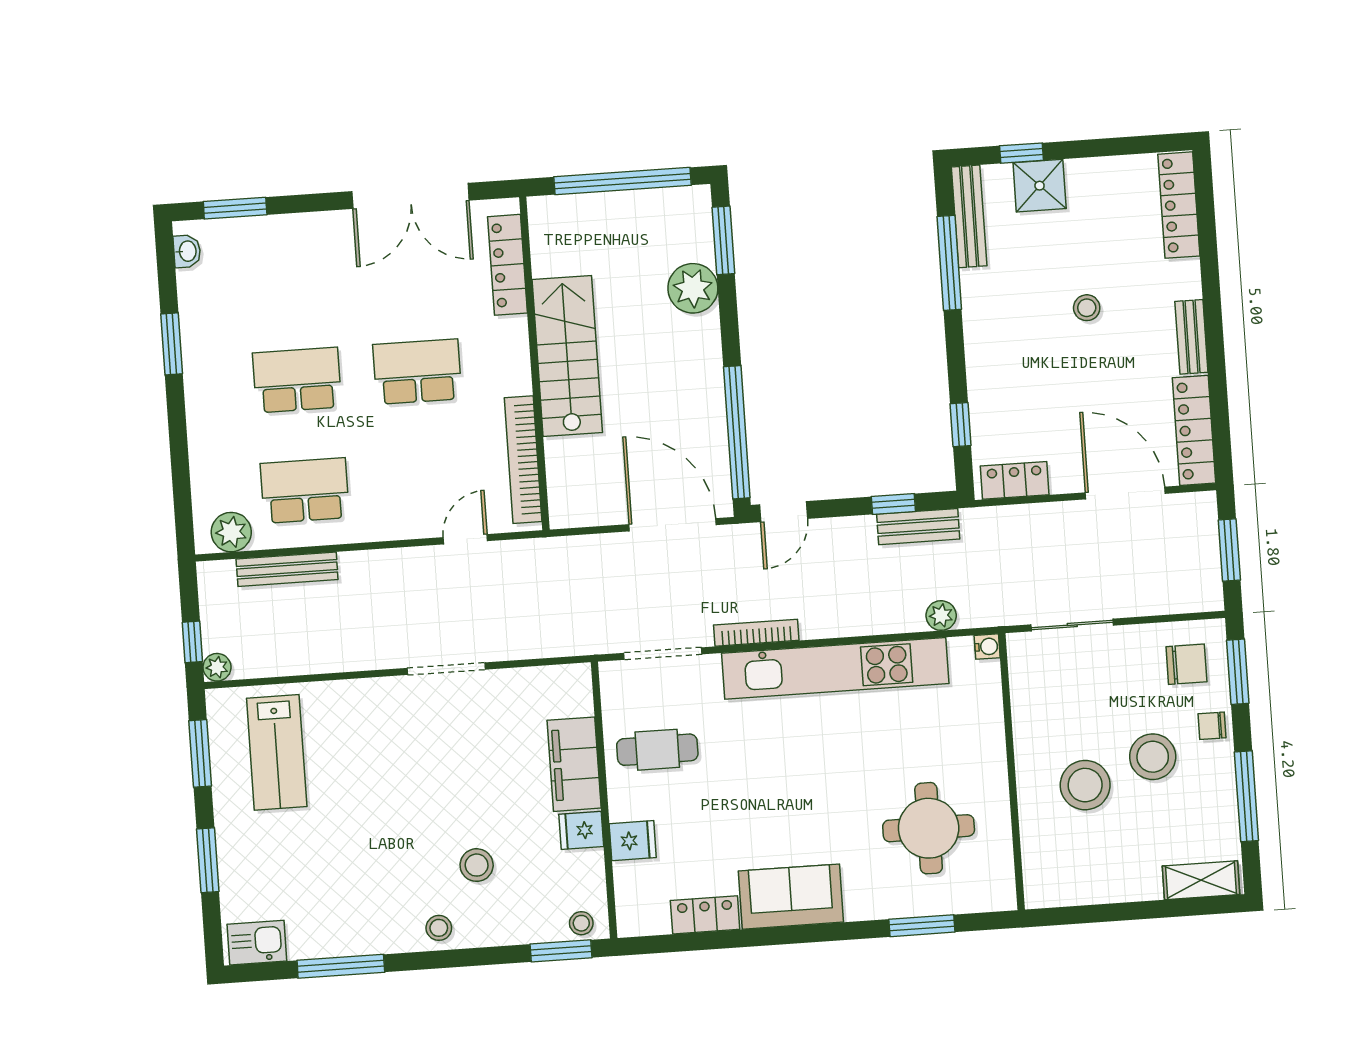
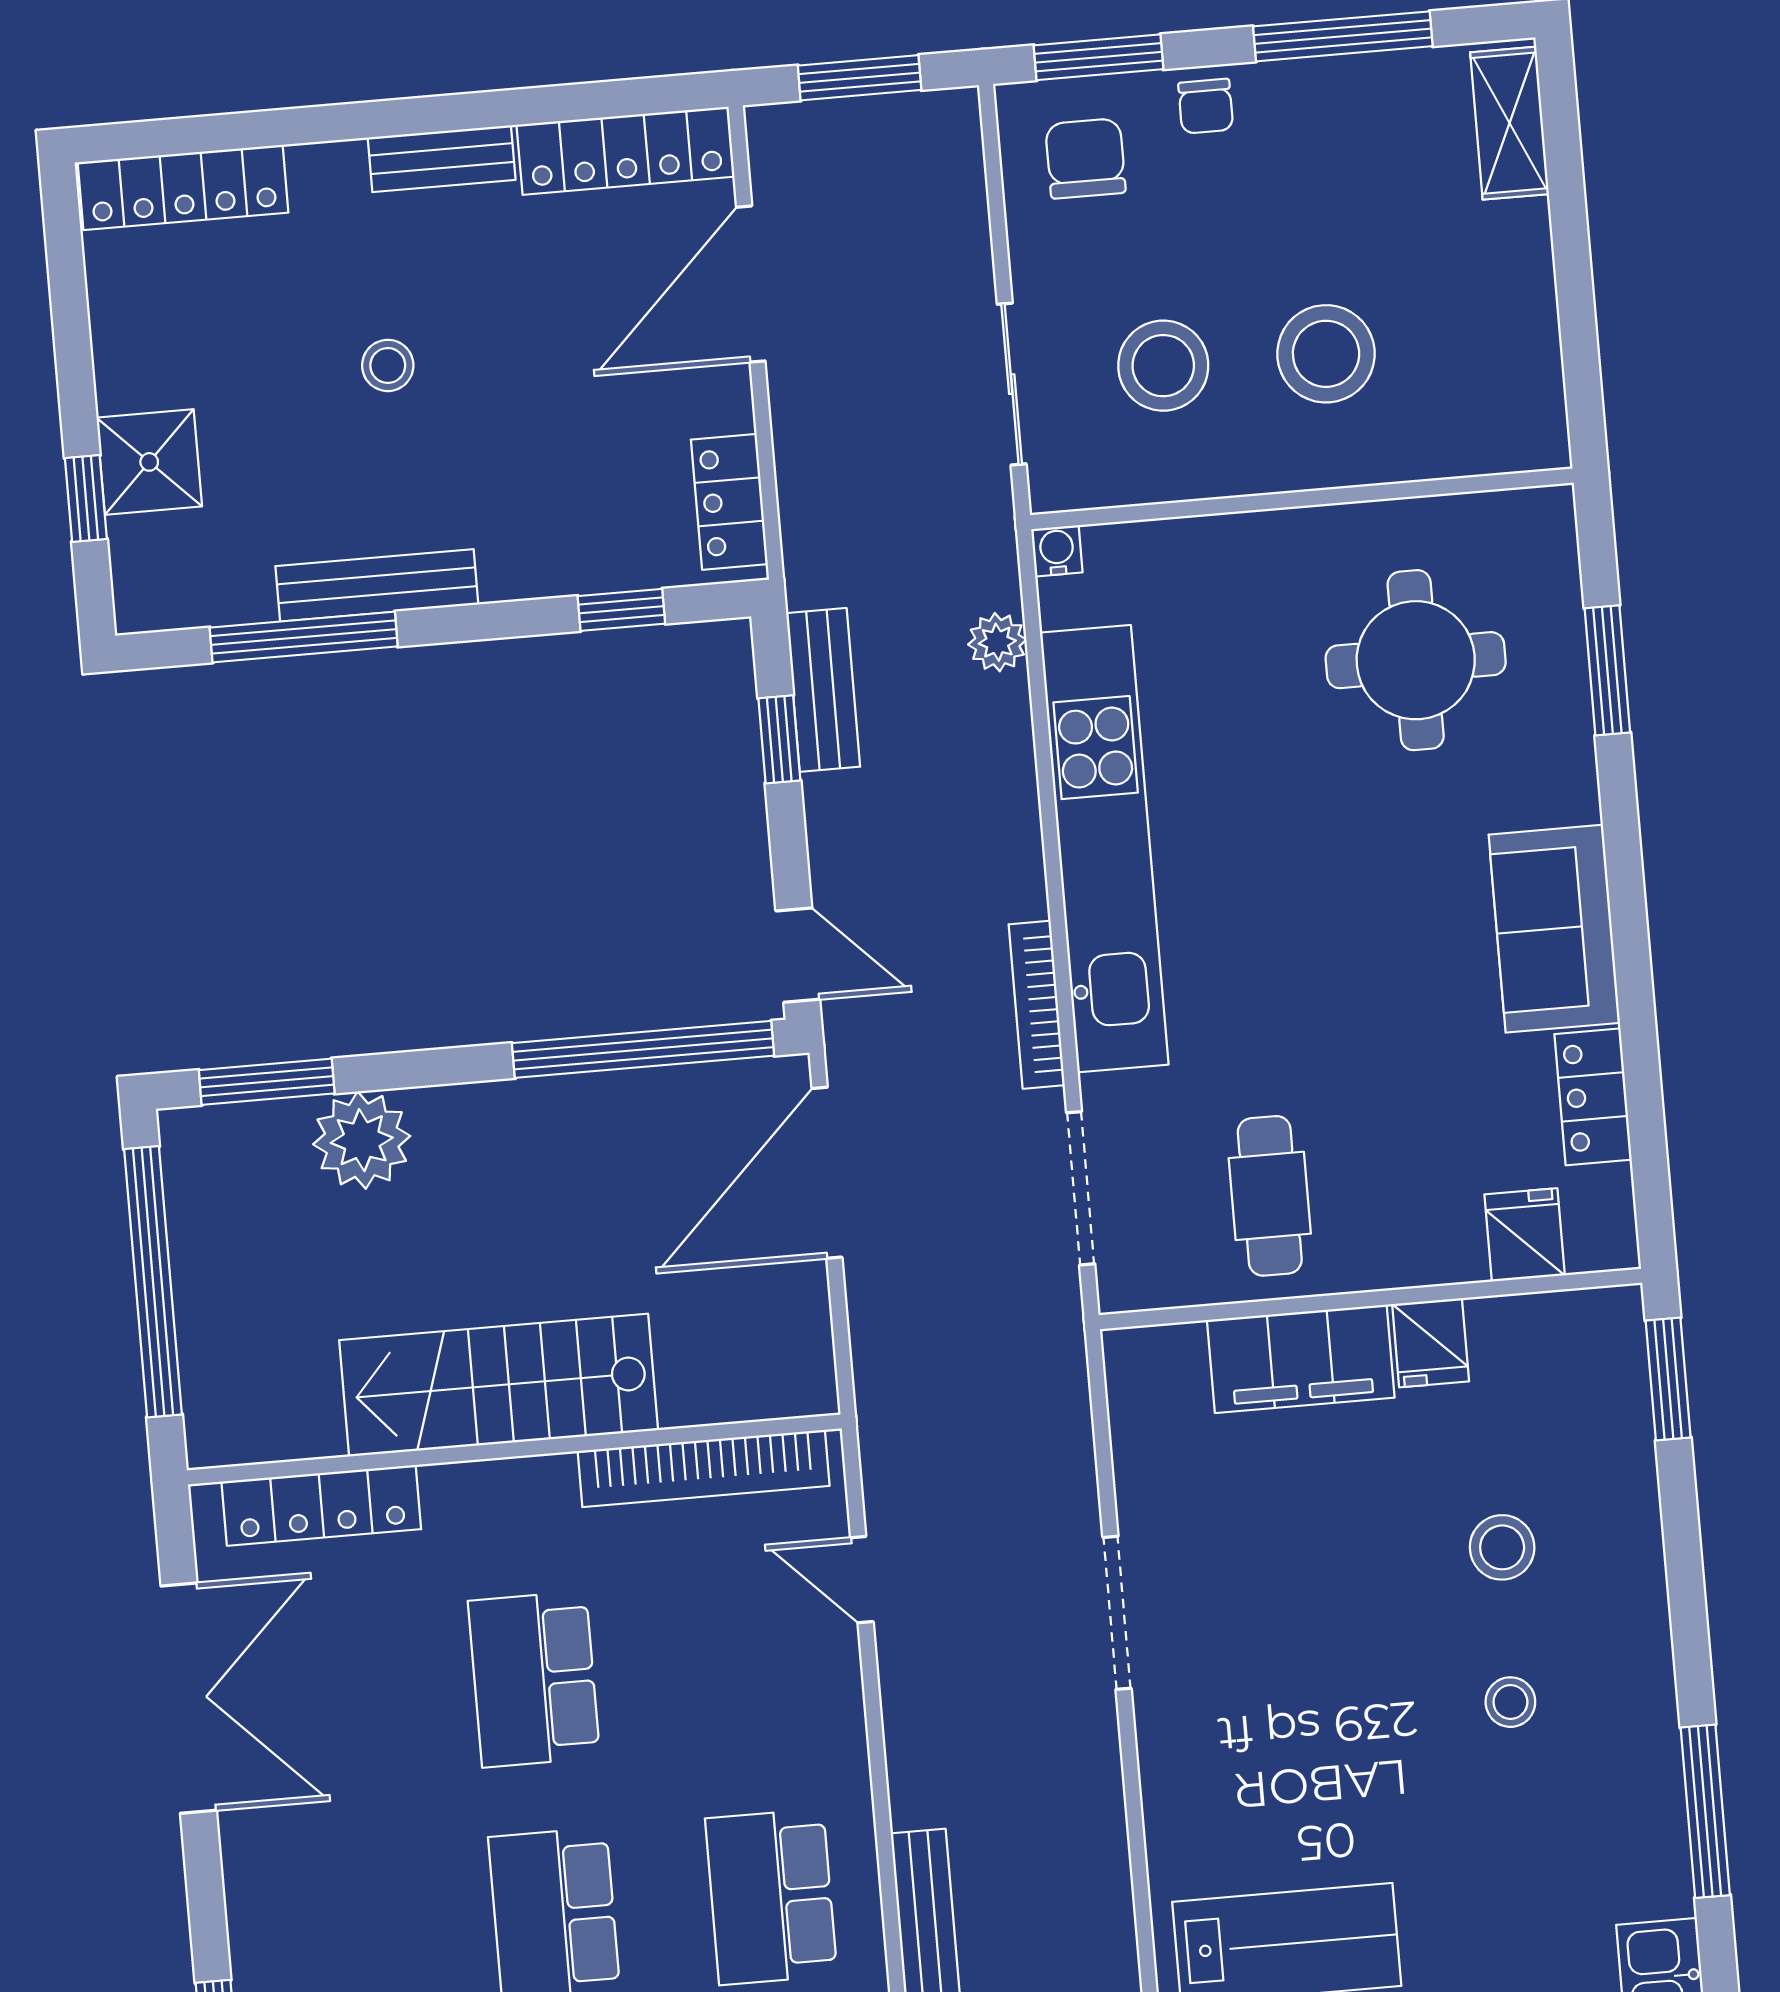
bench: (969, 216) -> (377, 585), moved
stool: (1153, 757) -> (1163, 366), moved
fridge: (633, 841) -> (1525, 1235), moved
stool: (581, 923) -> (1613, 1340), removed
stool: (439, 928) -> (1510, 1702), moved

